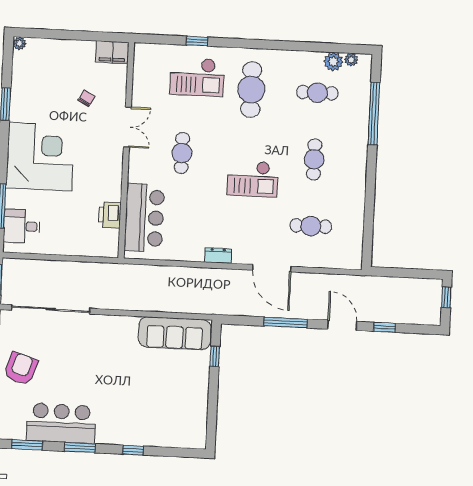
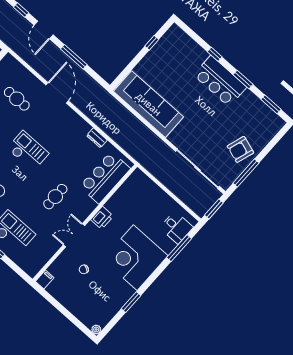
filing cabinet: (112, 52) -> (45, 279), width x0.50
printer: (110, 215) -> (102, 218), moved
dresser: (218, 256) -> (97, 138), moved
sofa: (175, 333) -> (149, 104), width x1.36, depth x1.27
window: (215, 356) -> (152, 43), moved
bar counter: (61, 423) -> (220, 81), moved

